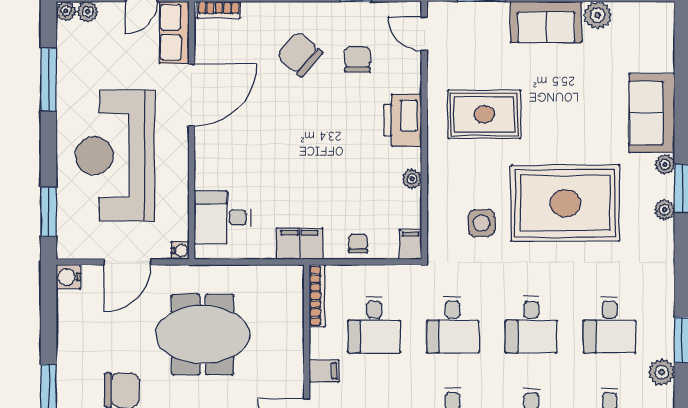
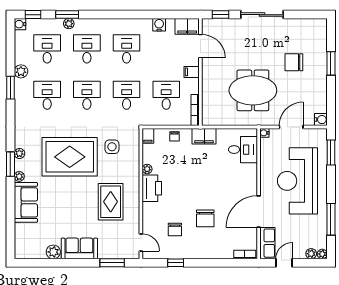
chair: (300, 54) -> (205, 218), moved, turned 49
rug: (484, 114) -> (111, 202), turned 90
printer: (403, 120) -> (152, 188), moved
reception desk: (115, 156) -> (297, 181), turned 180

